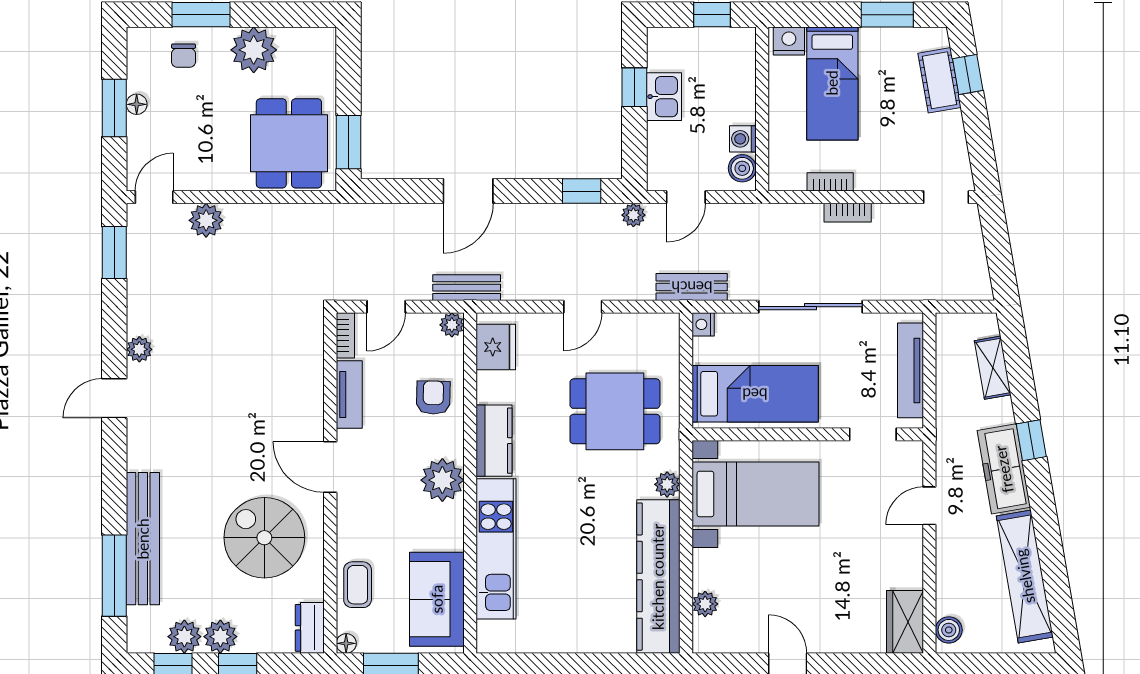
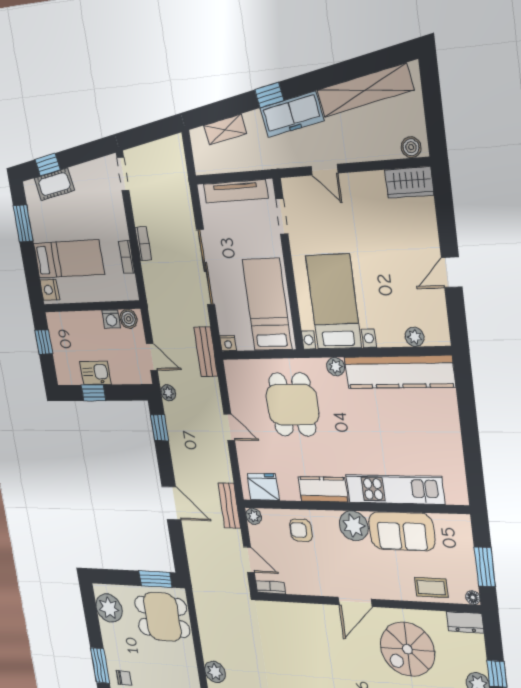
plant: (254, 50) -> (109, 608), moved
tv unit: (349, 395) -> (307, 587), removed
sofa: (437, 599) -> (402, 531), moved

